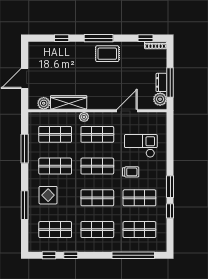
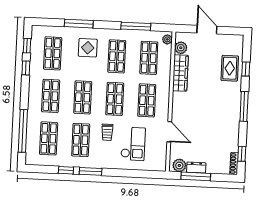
rug: (107, 54) -> (230, 68), moved
plant: (84, 117) -> (167, 39), moved

